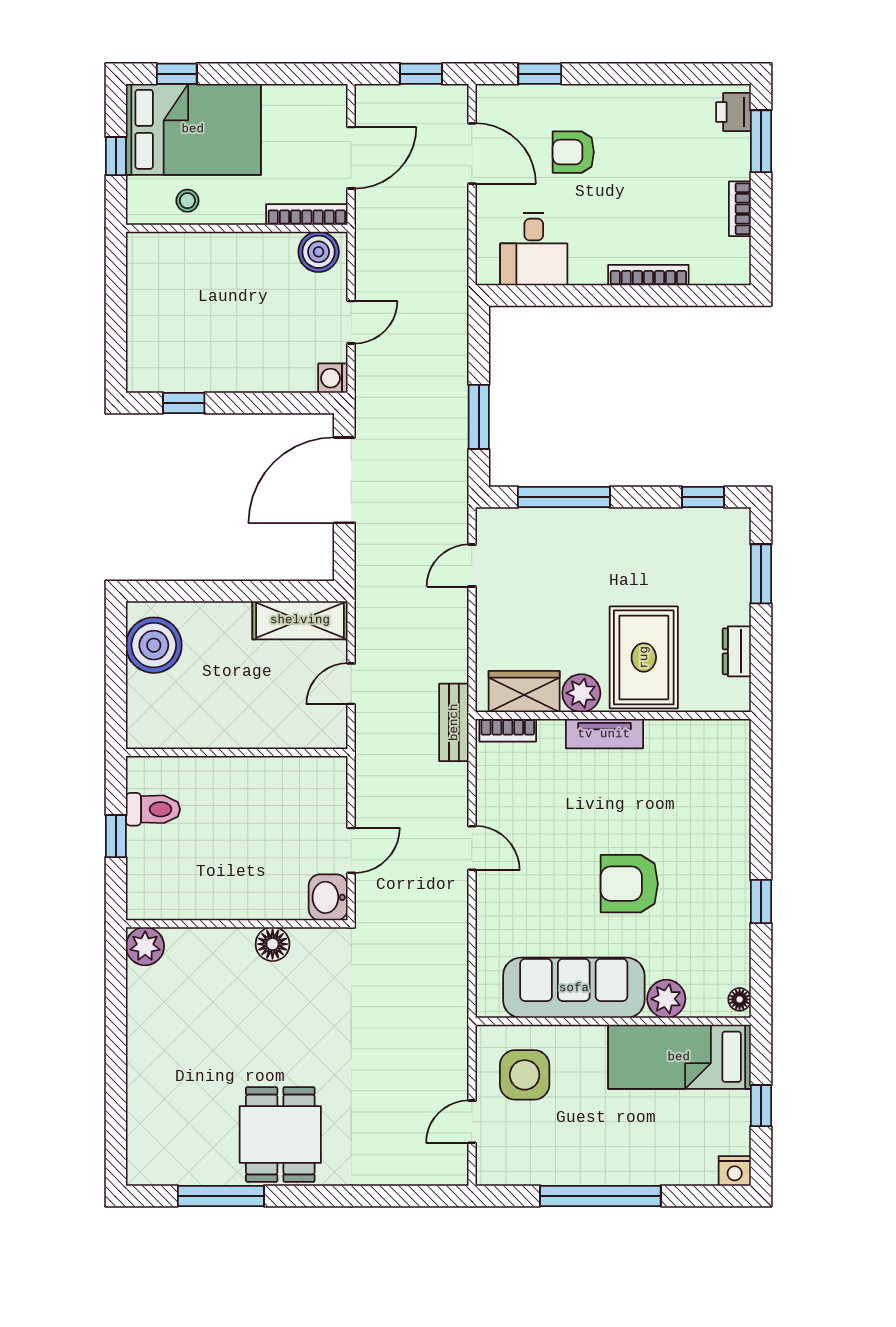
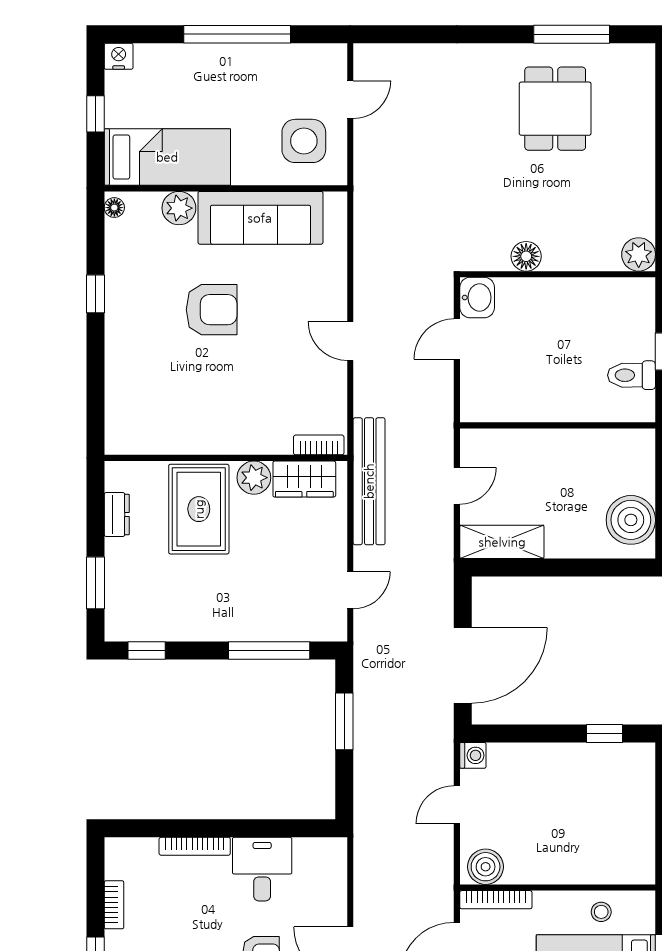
desk: (534, 249) -> (262, 869), moved
bench: (454, 722) -> (369, 481), width x1.86, depth x1.21
tv unit: (604, 734) -> (233, 442), removed
dining table: (280, 1134) -> (555, 109), moved

